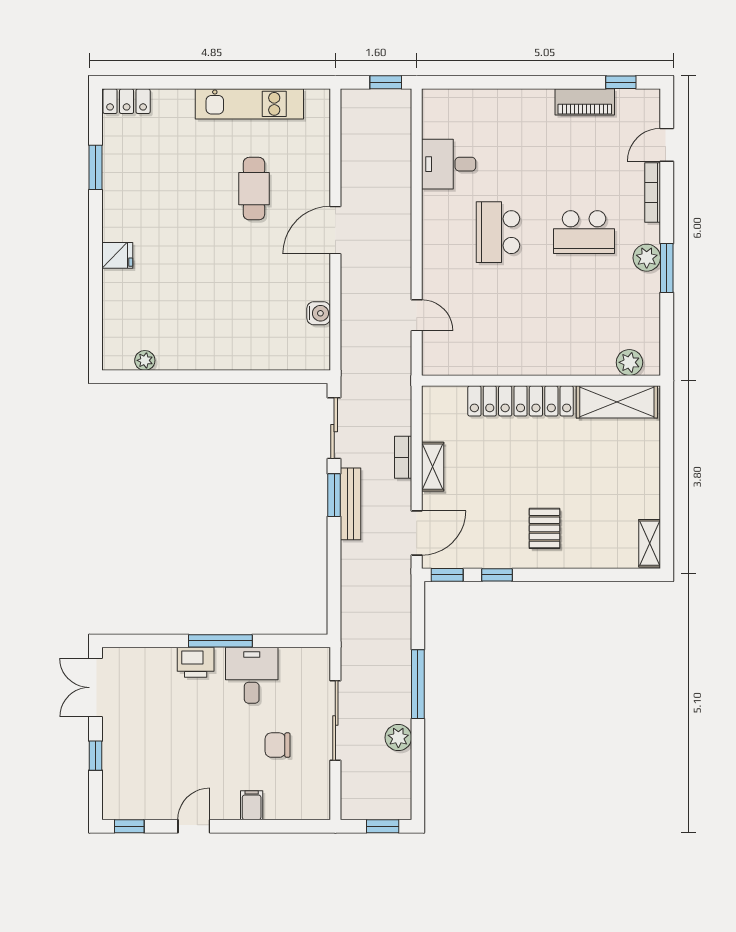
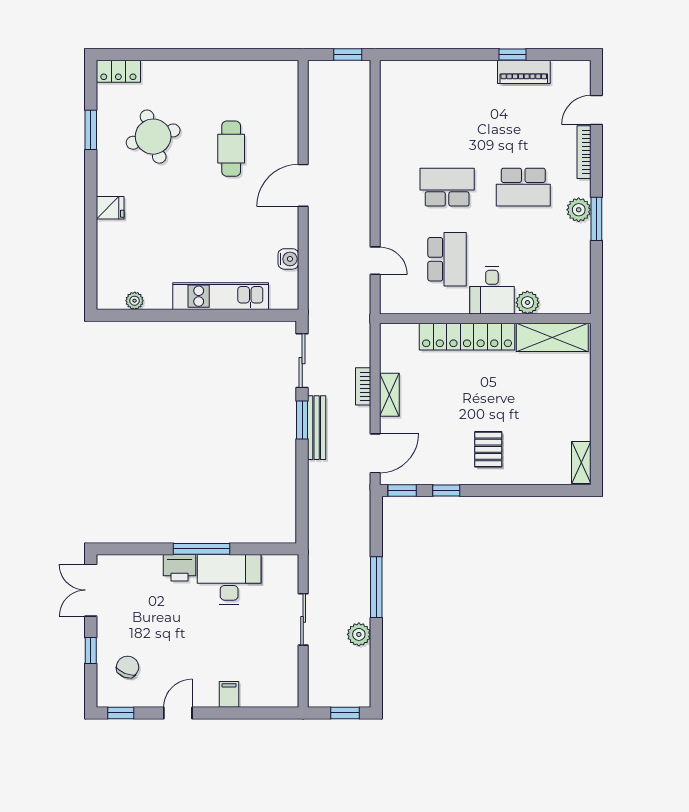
window: (621, 82) -> (513, 55), moved
kitchen unit: (249, 104) -> (221, 296), moved, turned 180
desk: (449, 164) -> (492, 290), moved, turned -90
round table: (166, 175) -> (153, 137), added
school desk: (498, 232) -> (447, 187), turned 90
school desk: (498, 314) -> (447, 259), added
plant: (629, 362) -> (527, 303), moved
desk: (252, 675) -> (229, 579), width x1.37
sliding door: (335, 721) -> (303, 619), width x0.73
chair: (278, 745) -> (128, 667), moved, turned 112

